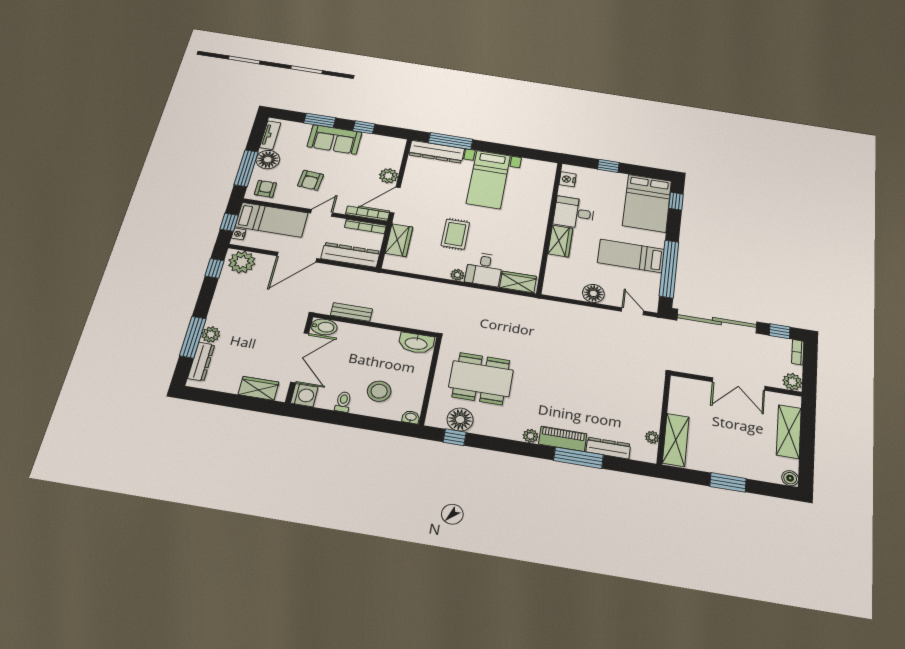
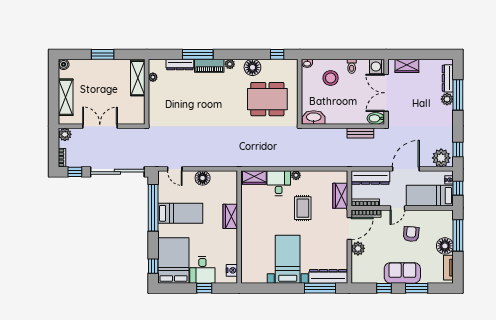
armchair: (265, 189) -> (440, 221), removed
desk: (574, 213) -> (202, 270), moved, turned 90
floor lamp: (460, 420) -> (252, 67), moved

